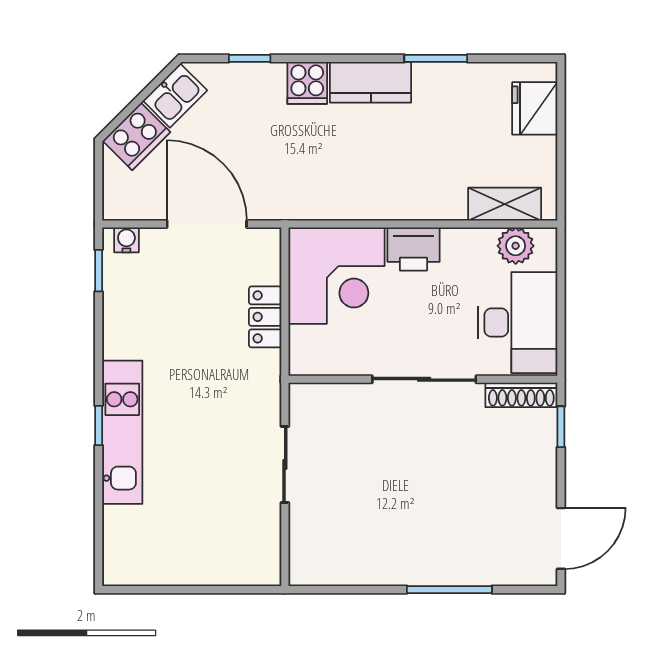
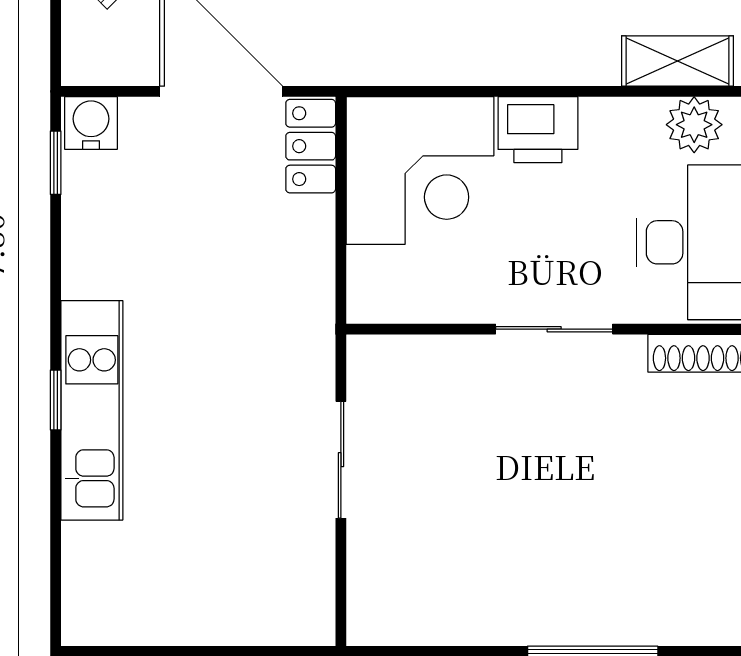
water cooler: (126, 240) -> (91, 123), width x1.38, depth x1.38
locker: (265, 317) -> (311, 146), moved
sliding door: (424, 379) -> (554, 329), width x0.73

